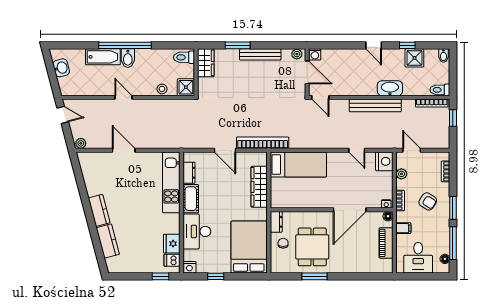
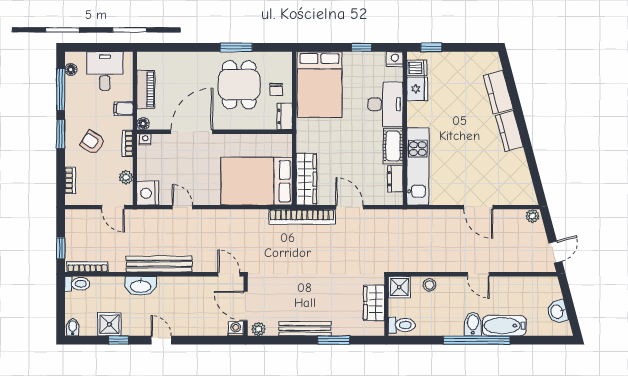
wardrobe: (206, 63) -> (374, 303), moved
door: (63, 115) -> (555, 252), swing flipped
bed: (298, 164) -> (257, 181), width x1.50
wardrobe: (259, 187) -> (306, 179), moved

